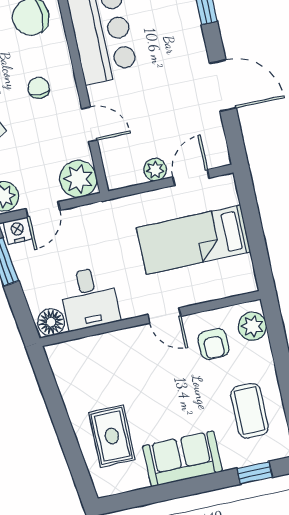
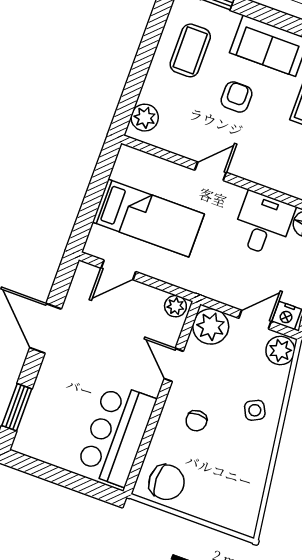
plant: (155, 170) -> (175, 306), moved
door: (165, 315) -> (210, 171), hinge flipped
armchair: (213, 344) -> (237, 97), moved

